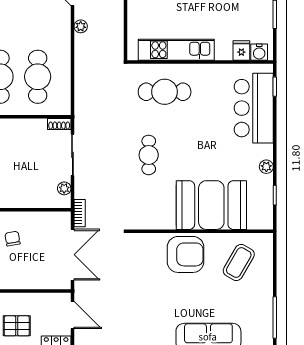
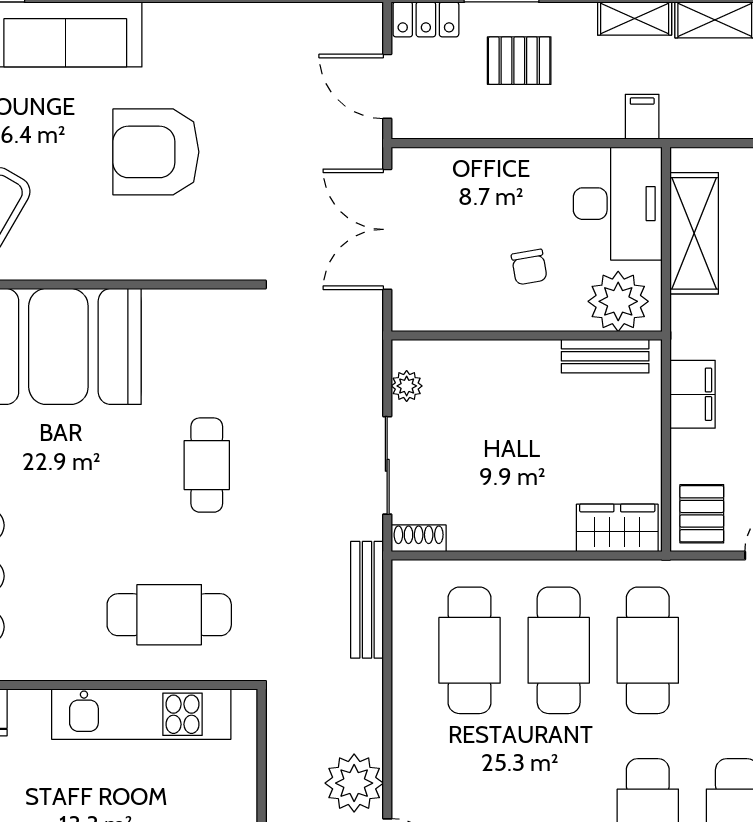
plant: (81, 26) -> (354, 783), width x1.87, depth x1.87
bench: (81, 98) -> (367, 600), added
bookcase: (80, 213) -> (370, 327), removed
armchair: (185, 254) -> (156, 152), moved

